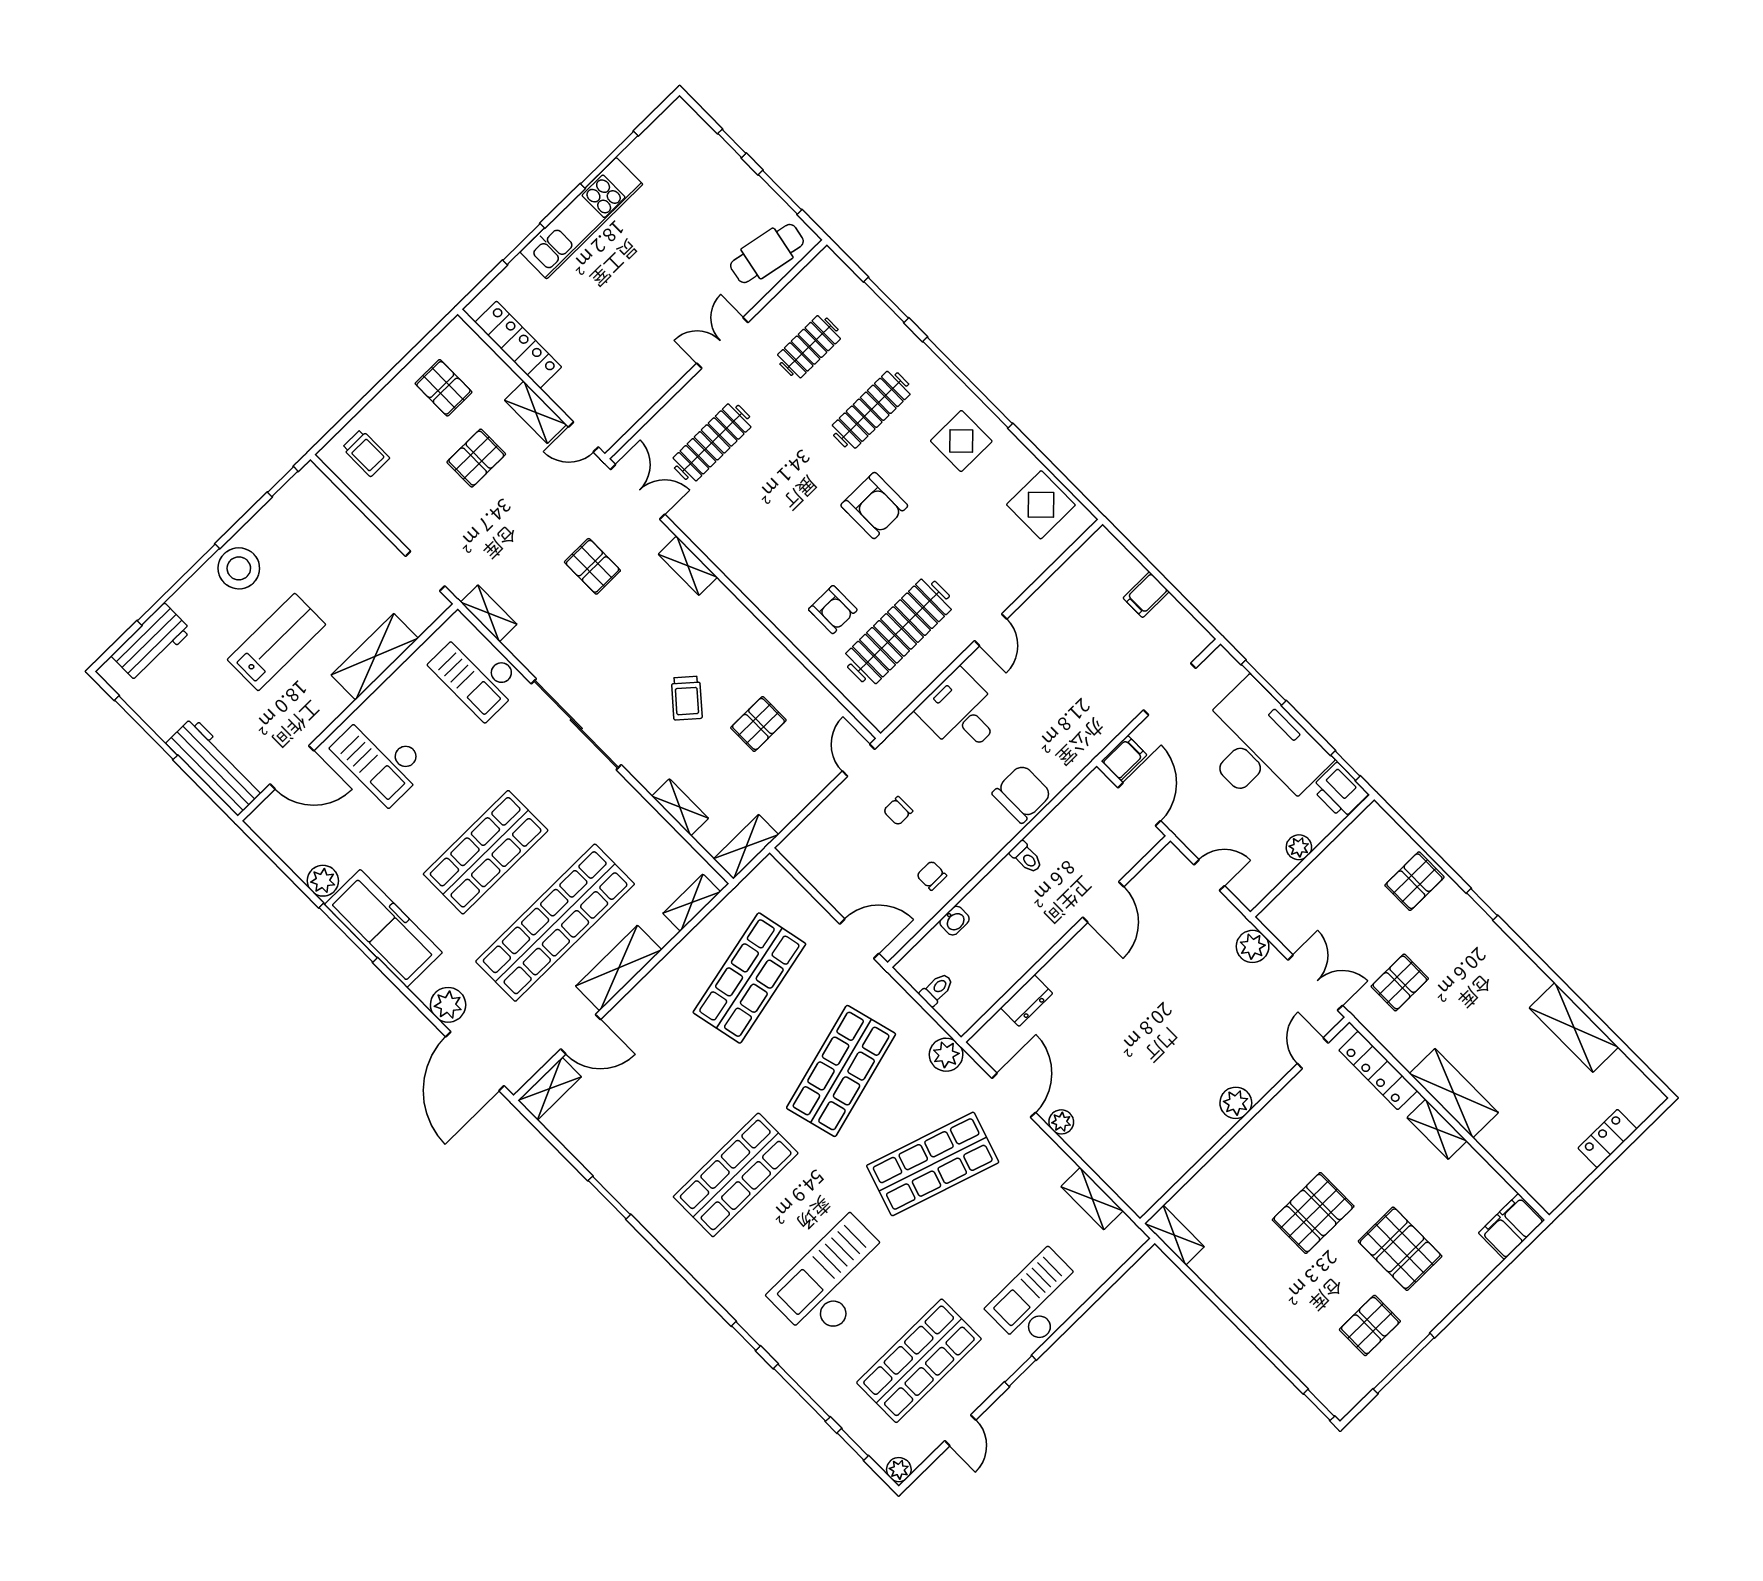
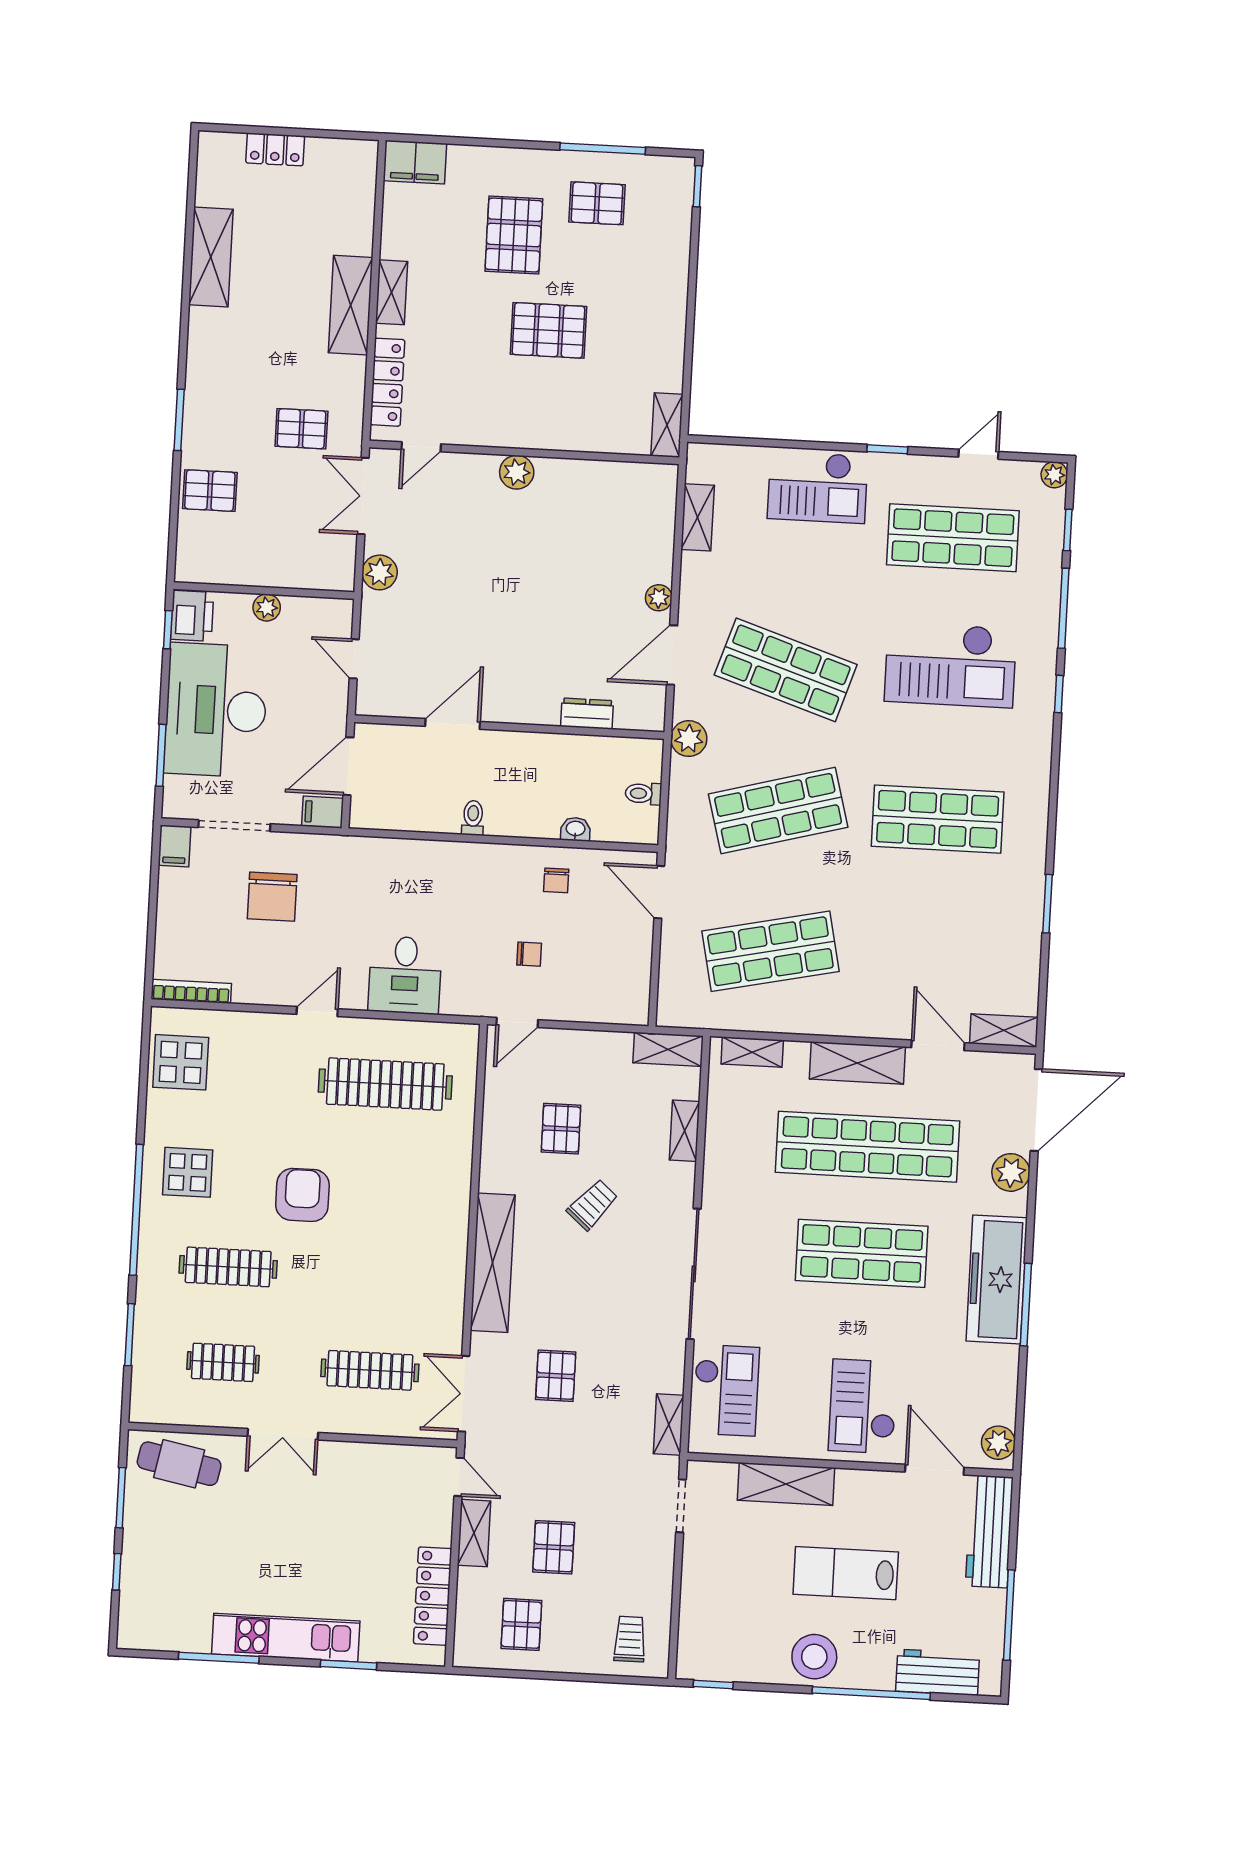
pallet: (476, 458) -> (554, 1547), turned 90
bookcase: (1083, 556) -> (191, 991), added
shelving: (688, 566) -> (493, 1263), width x2.20, depth x1.33
filing cabinet: (1146, 595) -> (175, 846), moved, turned 90
armchair: (833, 610) -> (416, 1152), removed
pallet: (758, 724) -> (561, 1129), turned 90
checkout: (380, 758) -> (863, 1406), turned 180
chair: (1022, 794) -> (272, 897), moved, turned -90
plant: (323, 881) -> (998, 1443), moved
window: (1482, 904) -> (179, 420), width x1.50

